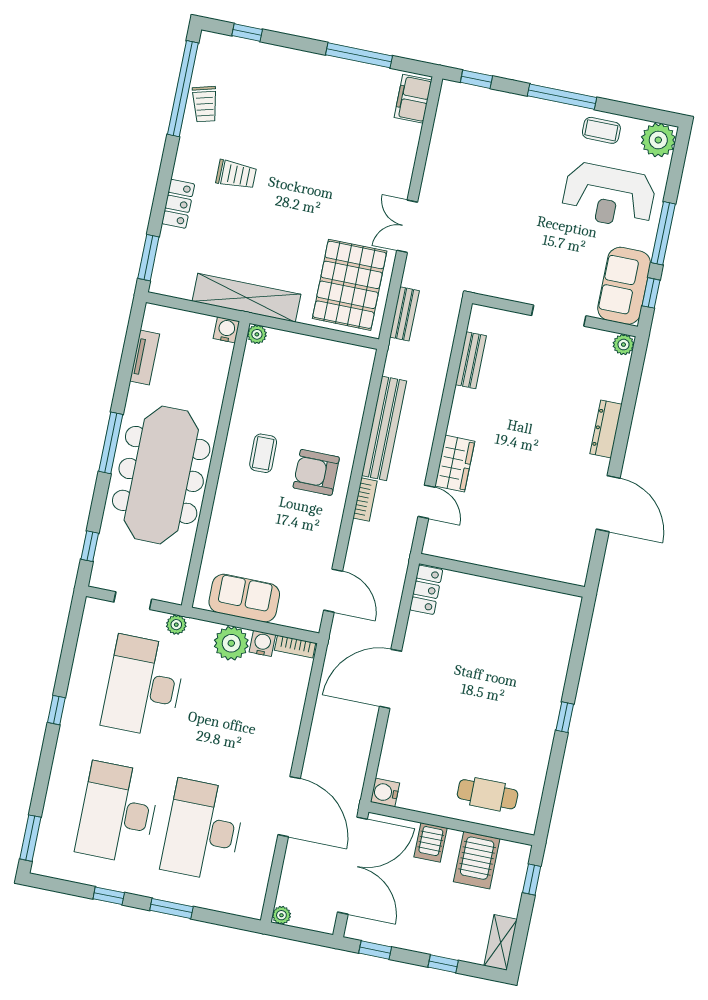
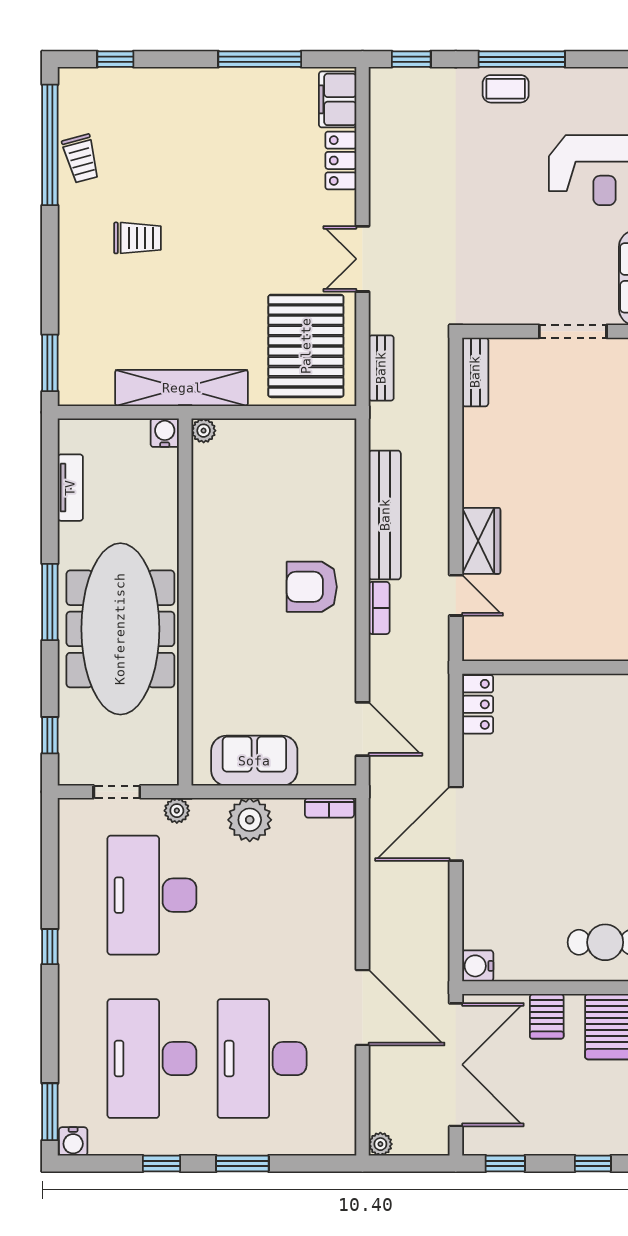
coffee table: (601, 130) -> (506, 89), moved
locker: (178, 204) -> (341, 160), moved, turned 180
bench: (471, 360) -> (475, 372), moved
coffee table: (263, 453) -> (241, 576), removed
water cooler: (262, 643) -> (73, 1141), moved, turned 180

